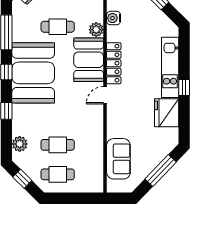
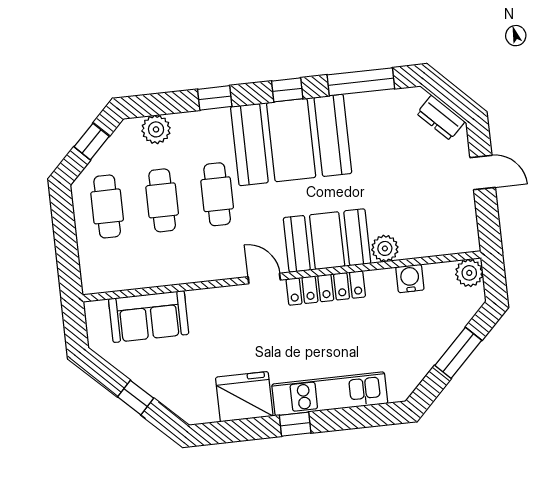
cafe table: (58, 27) -> (217, 194), moved
window: (161, 170) -> (136, 398), width x0.46

